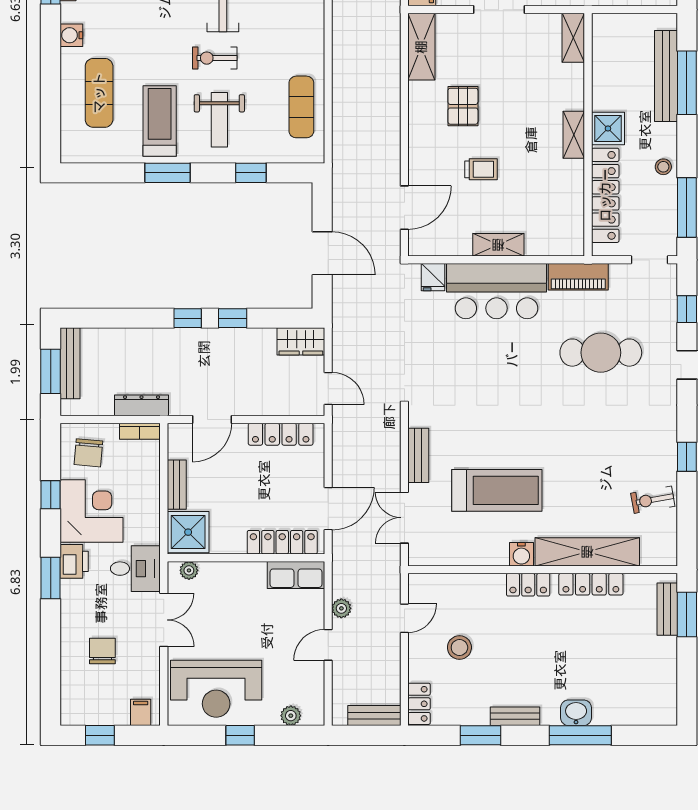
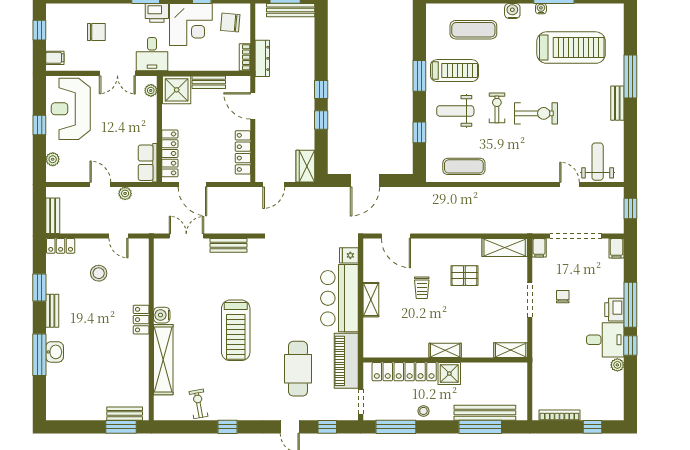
piano: (578, 277) -> (346, 361), width x1.37, depth x1.33
treadmill: (497, 490) -> (236, 330), moved
locker: (591, 584) -> (141, 362), removed

